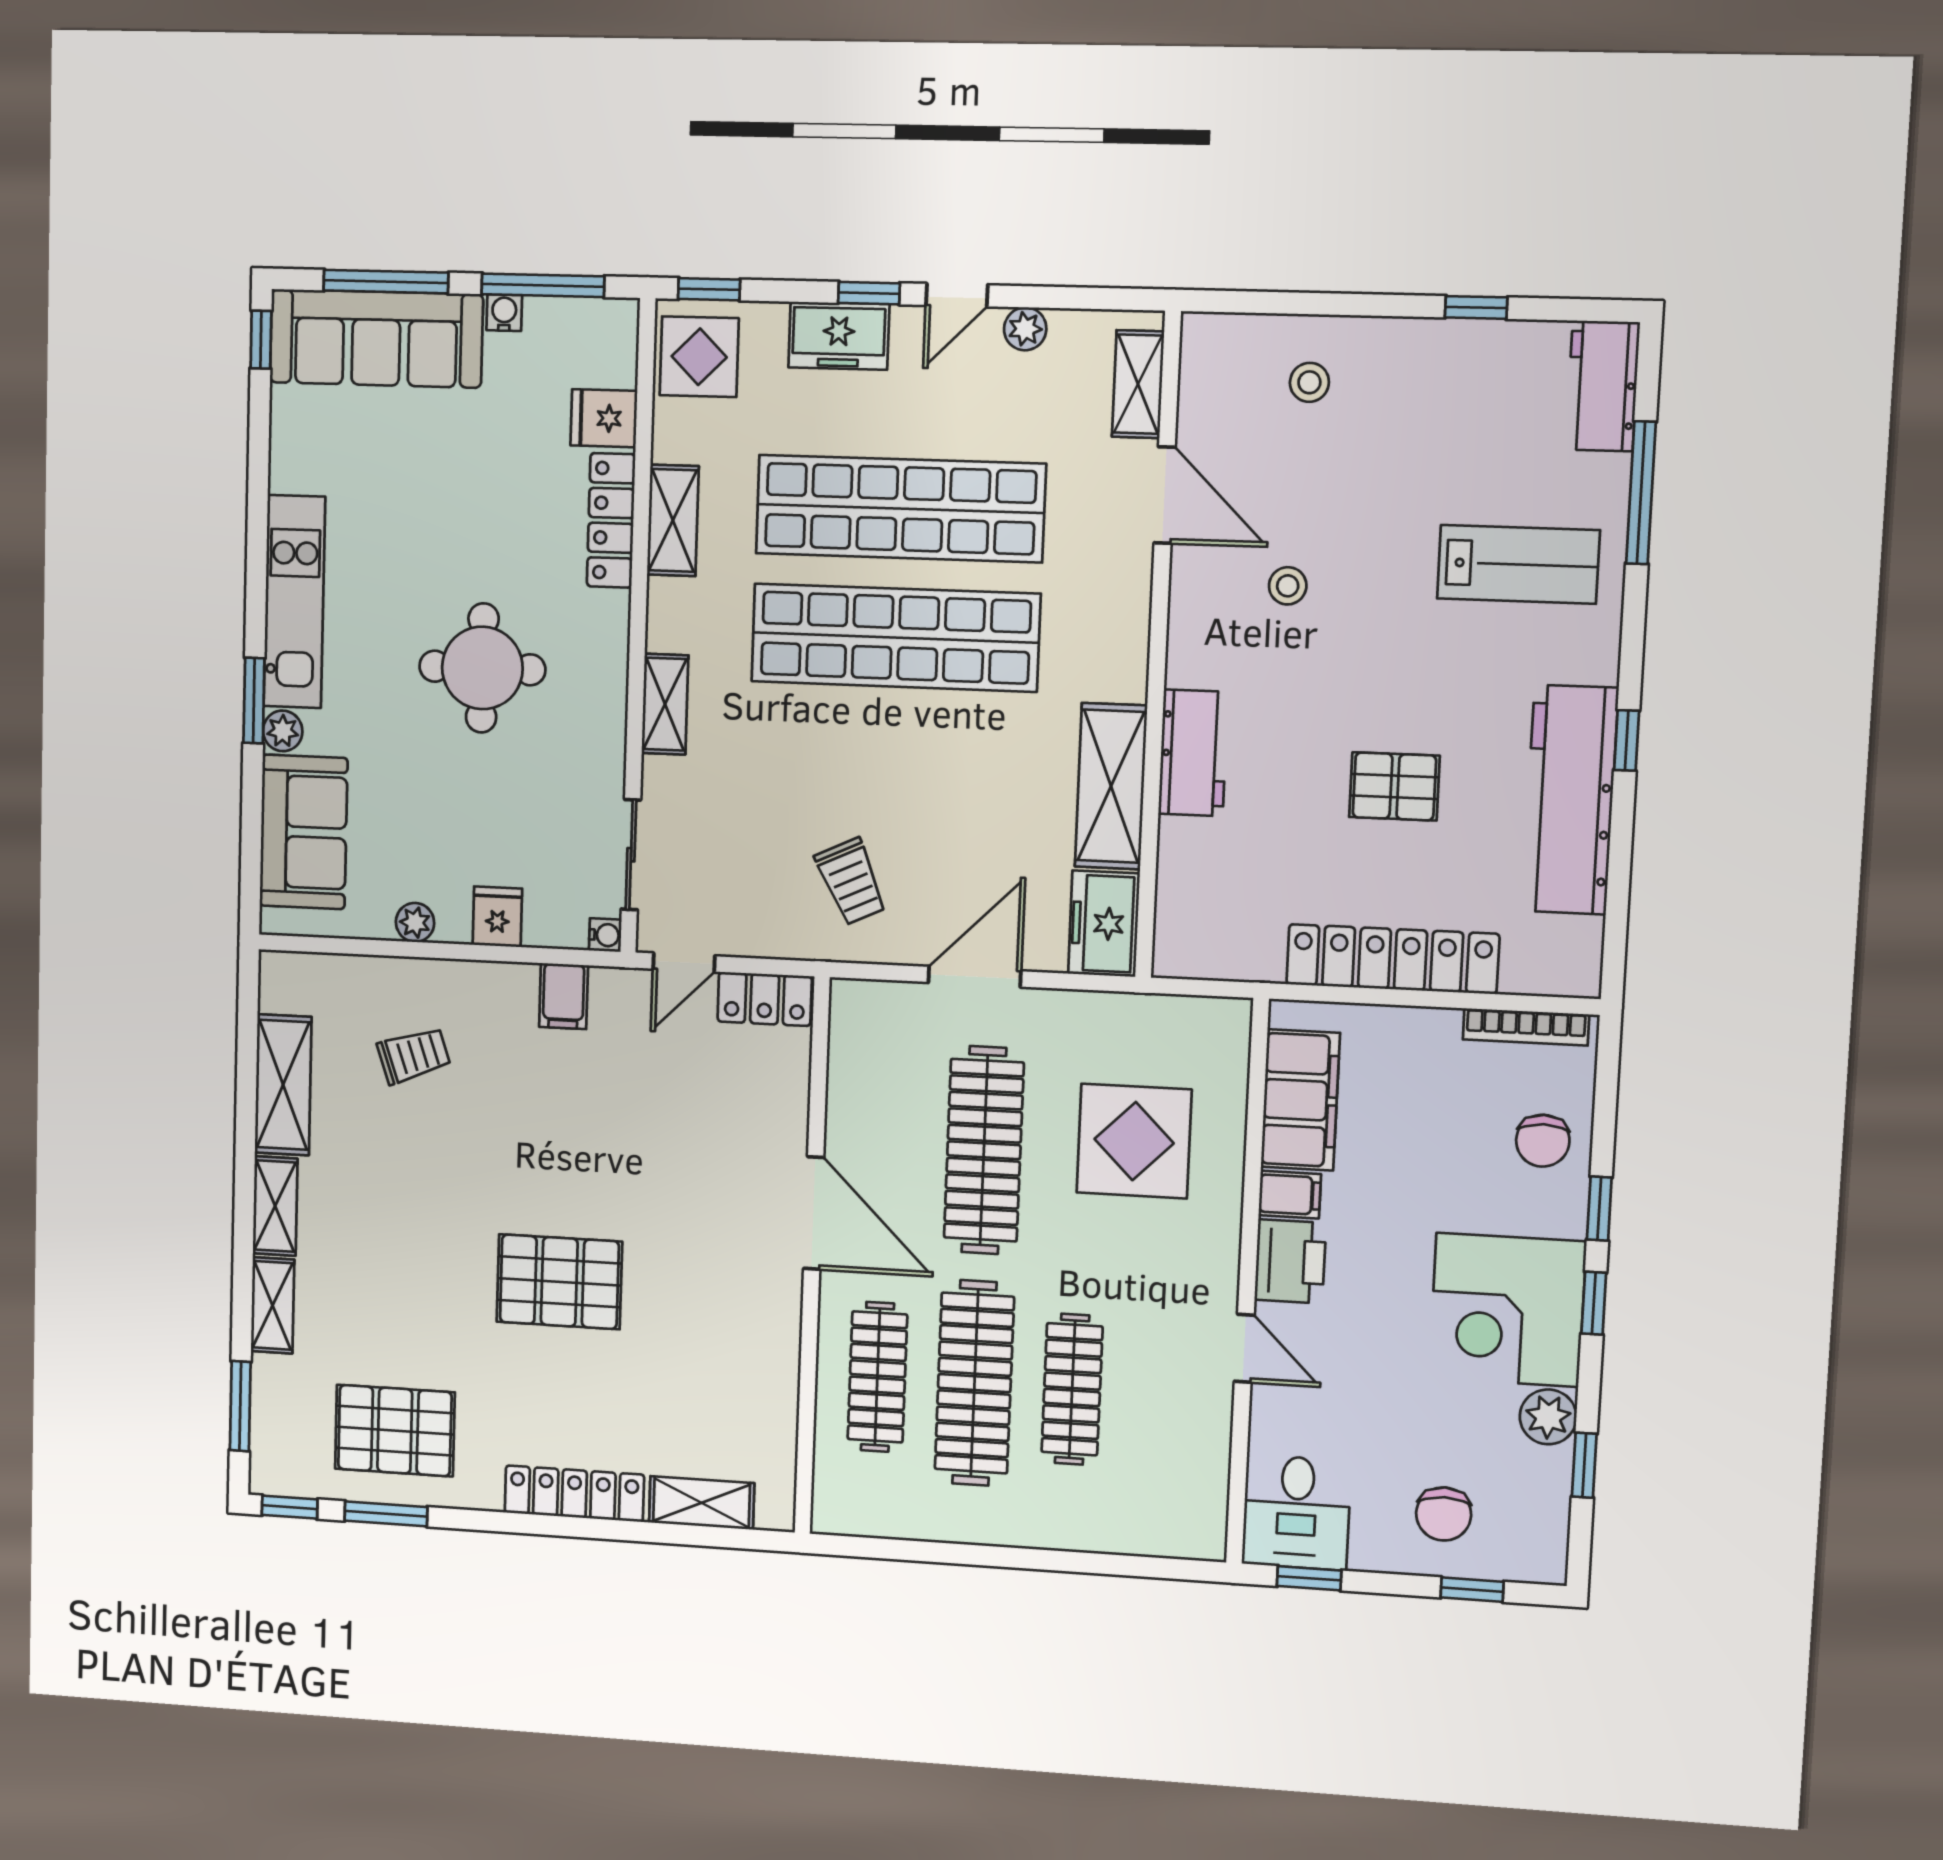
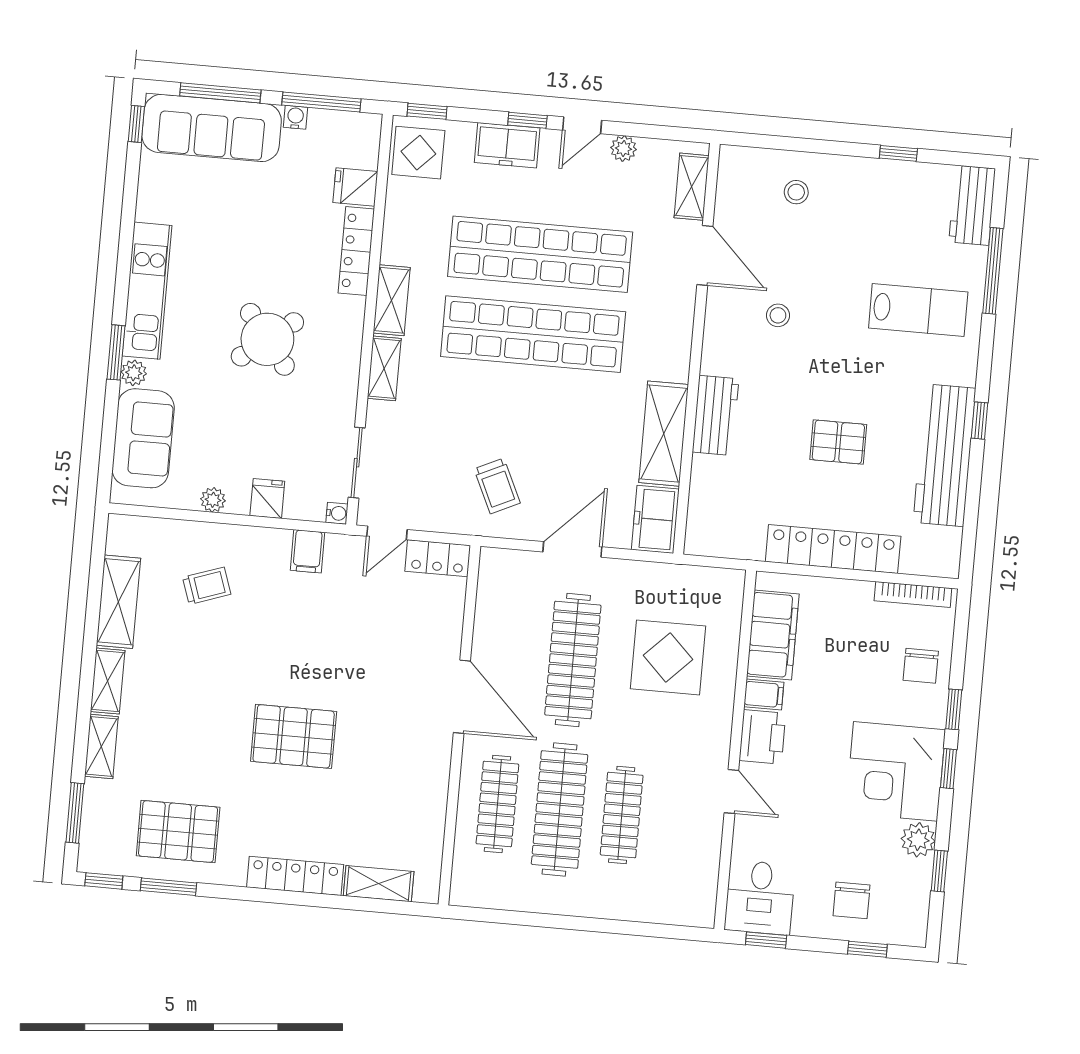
shelving: (673, 520) -> (392, 300), moved
round table: (482, 668) -> (267, 339), turned -38

